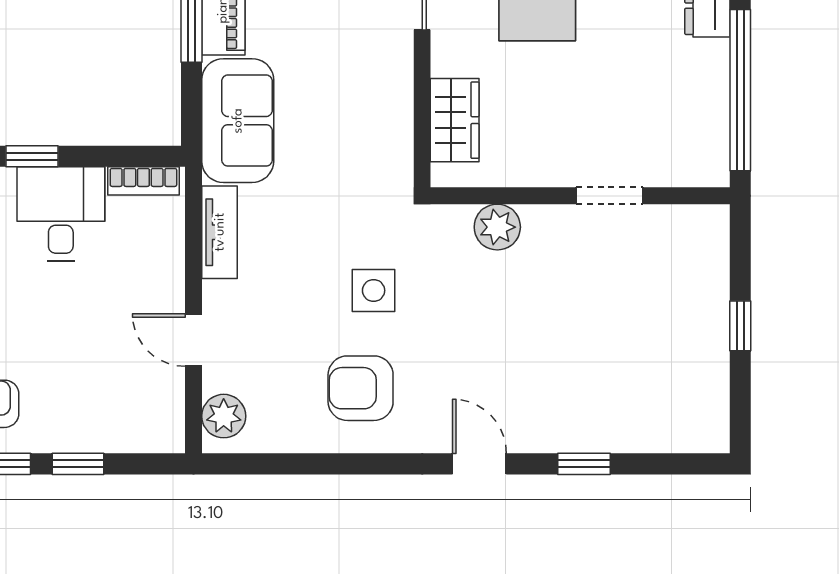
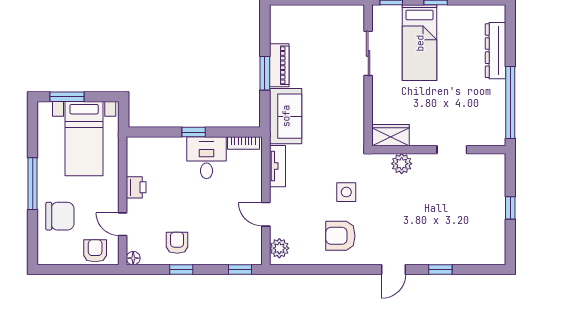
wardrobe: (455, 120) -> (390, 135), moved, turned -90
window: (78, 464) -> (240, 270), moved
door: (479, 464) -> (394, 270), swing flipped

